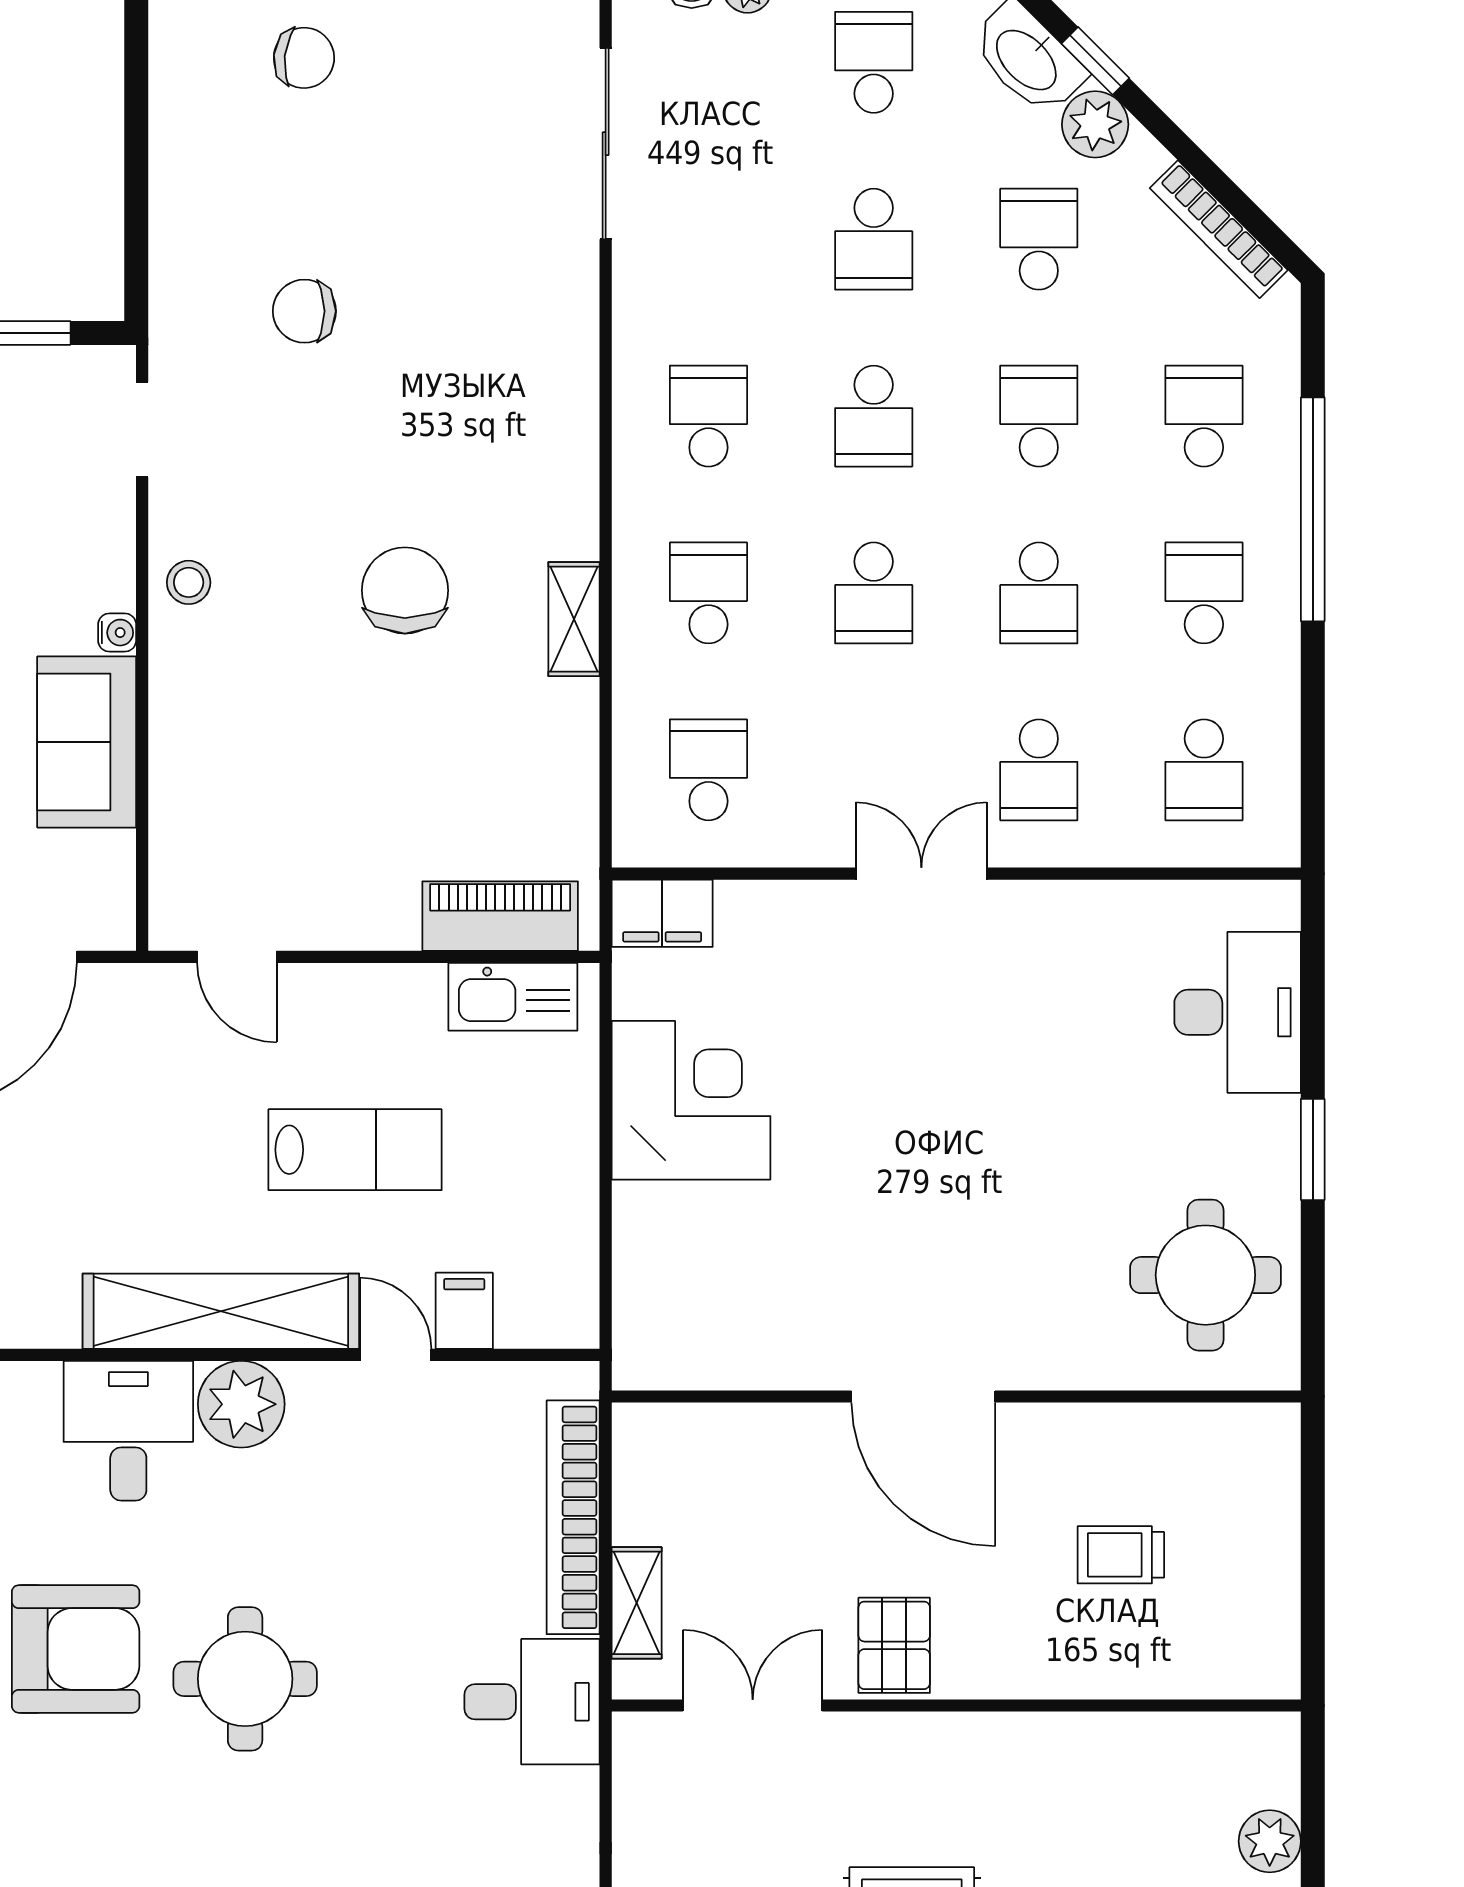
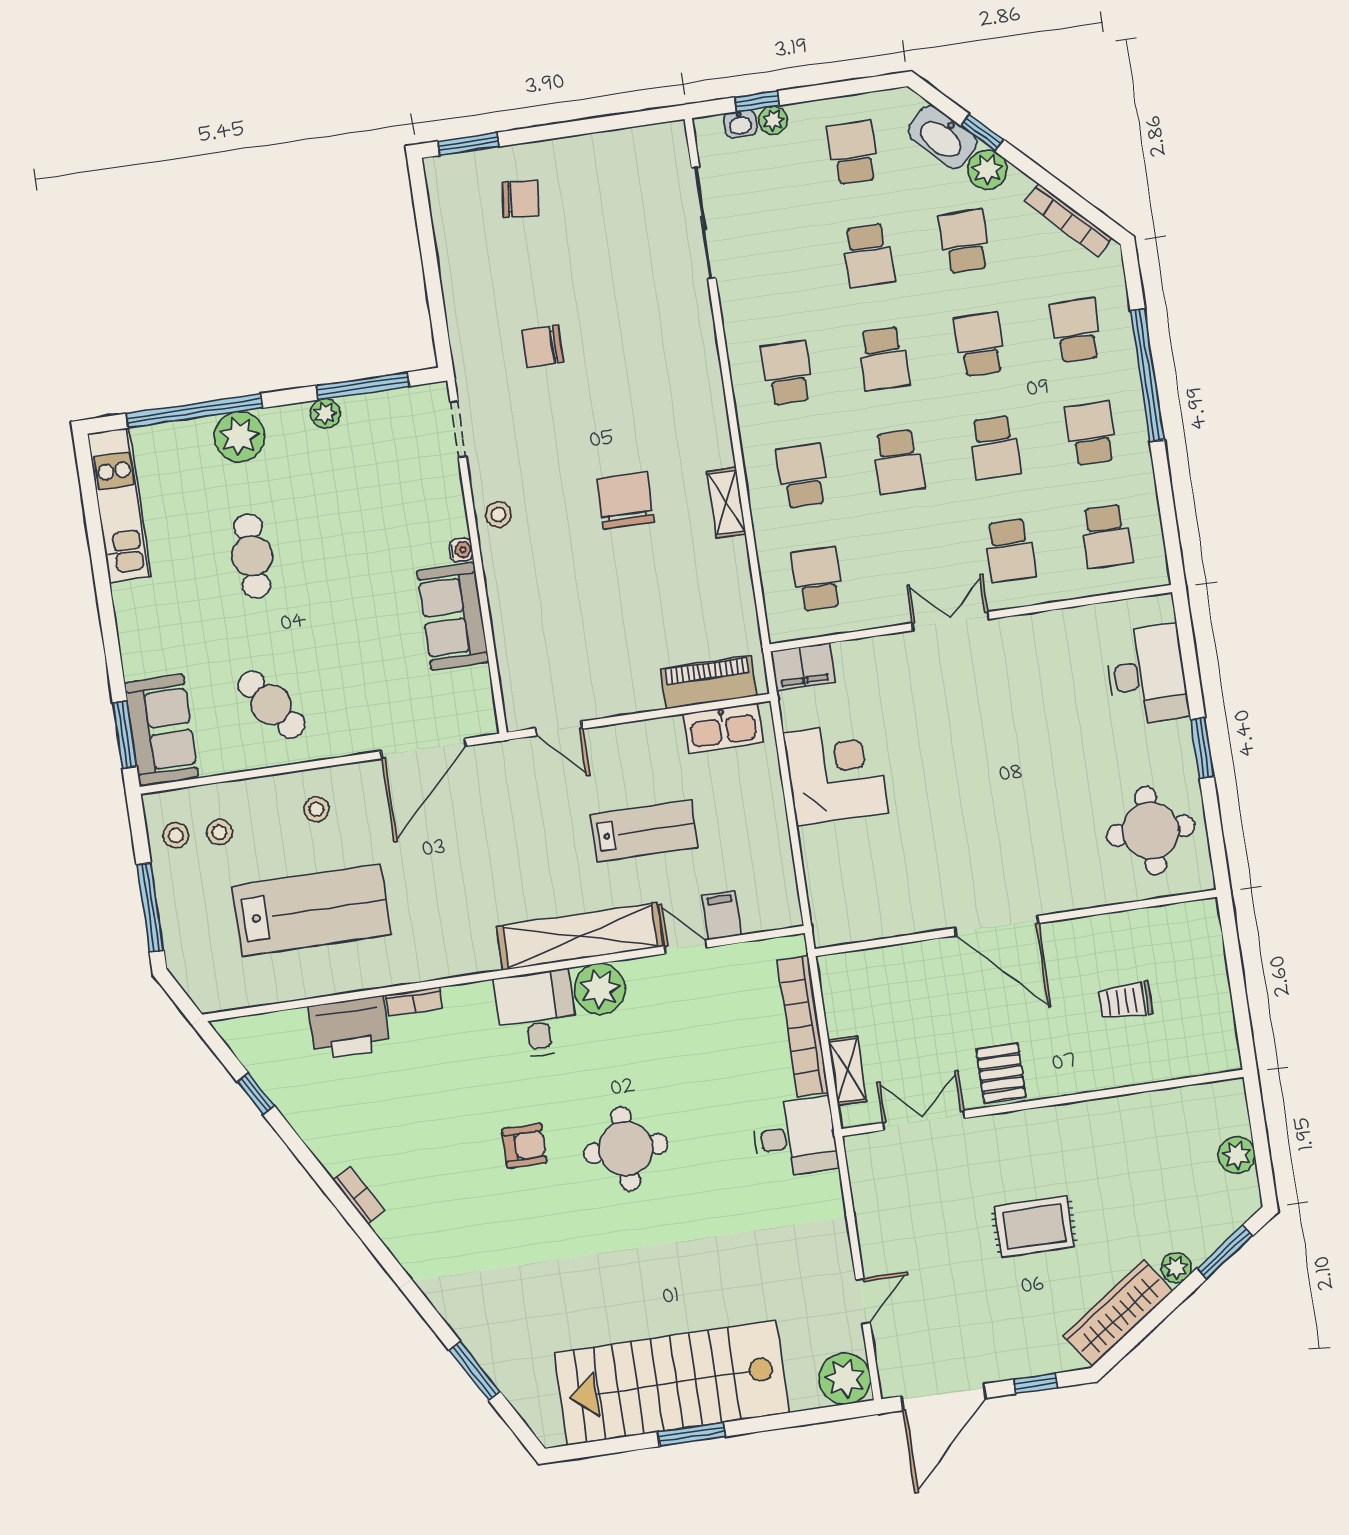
armchair: (76, 1649) -> (524, 1146), width x0.53, depth x0.53

